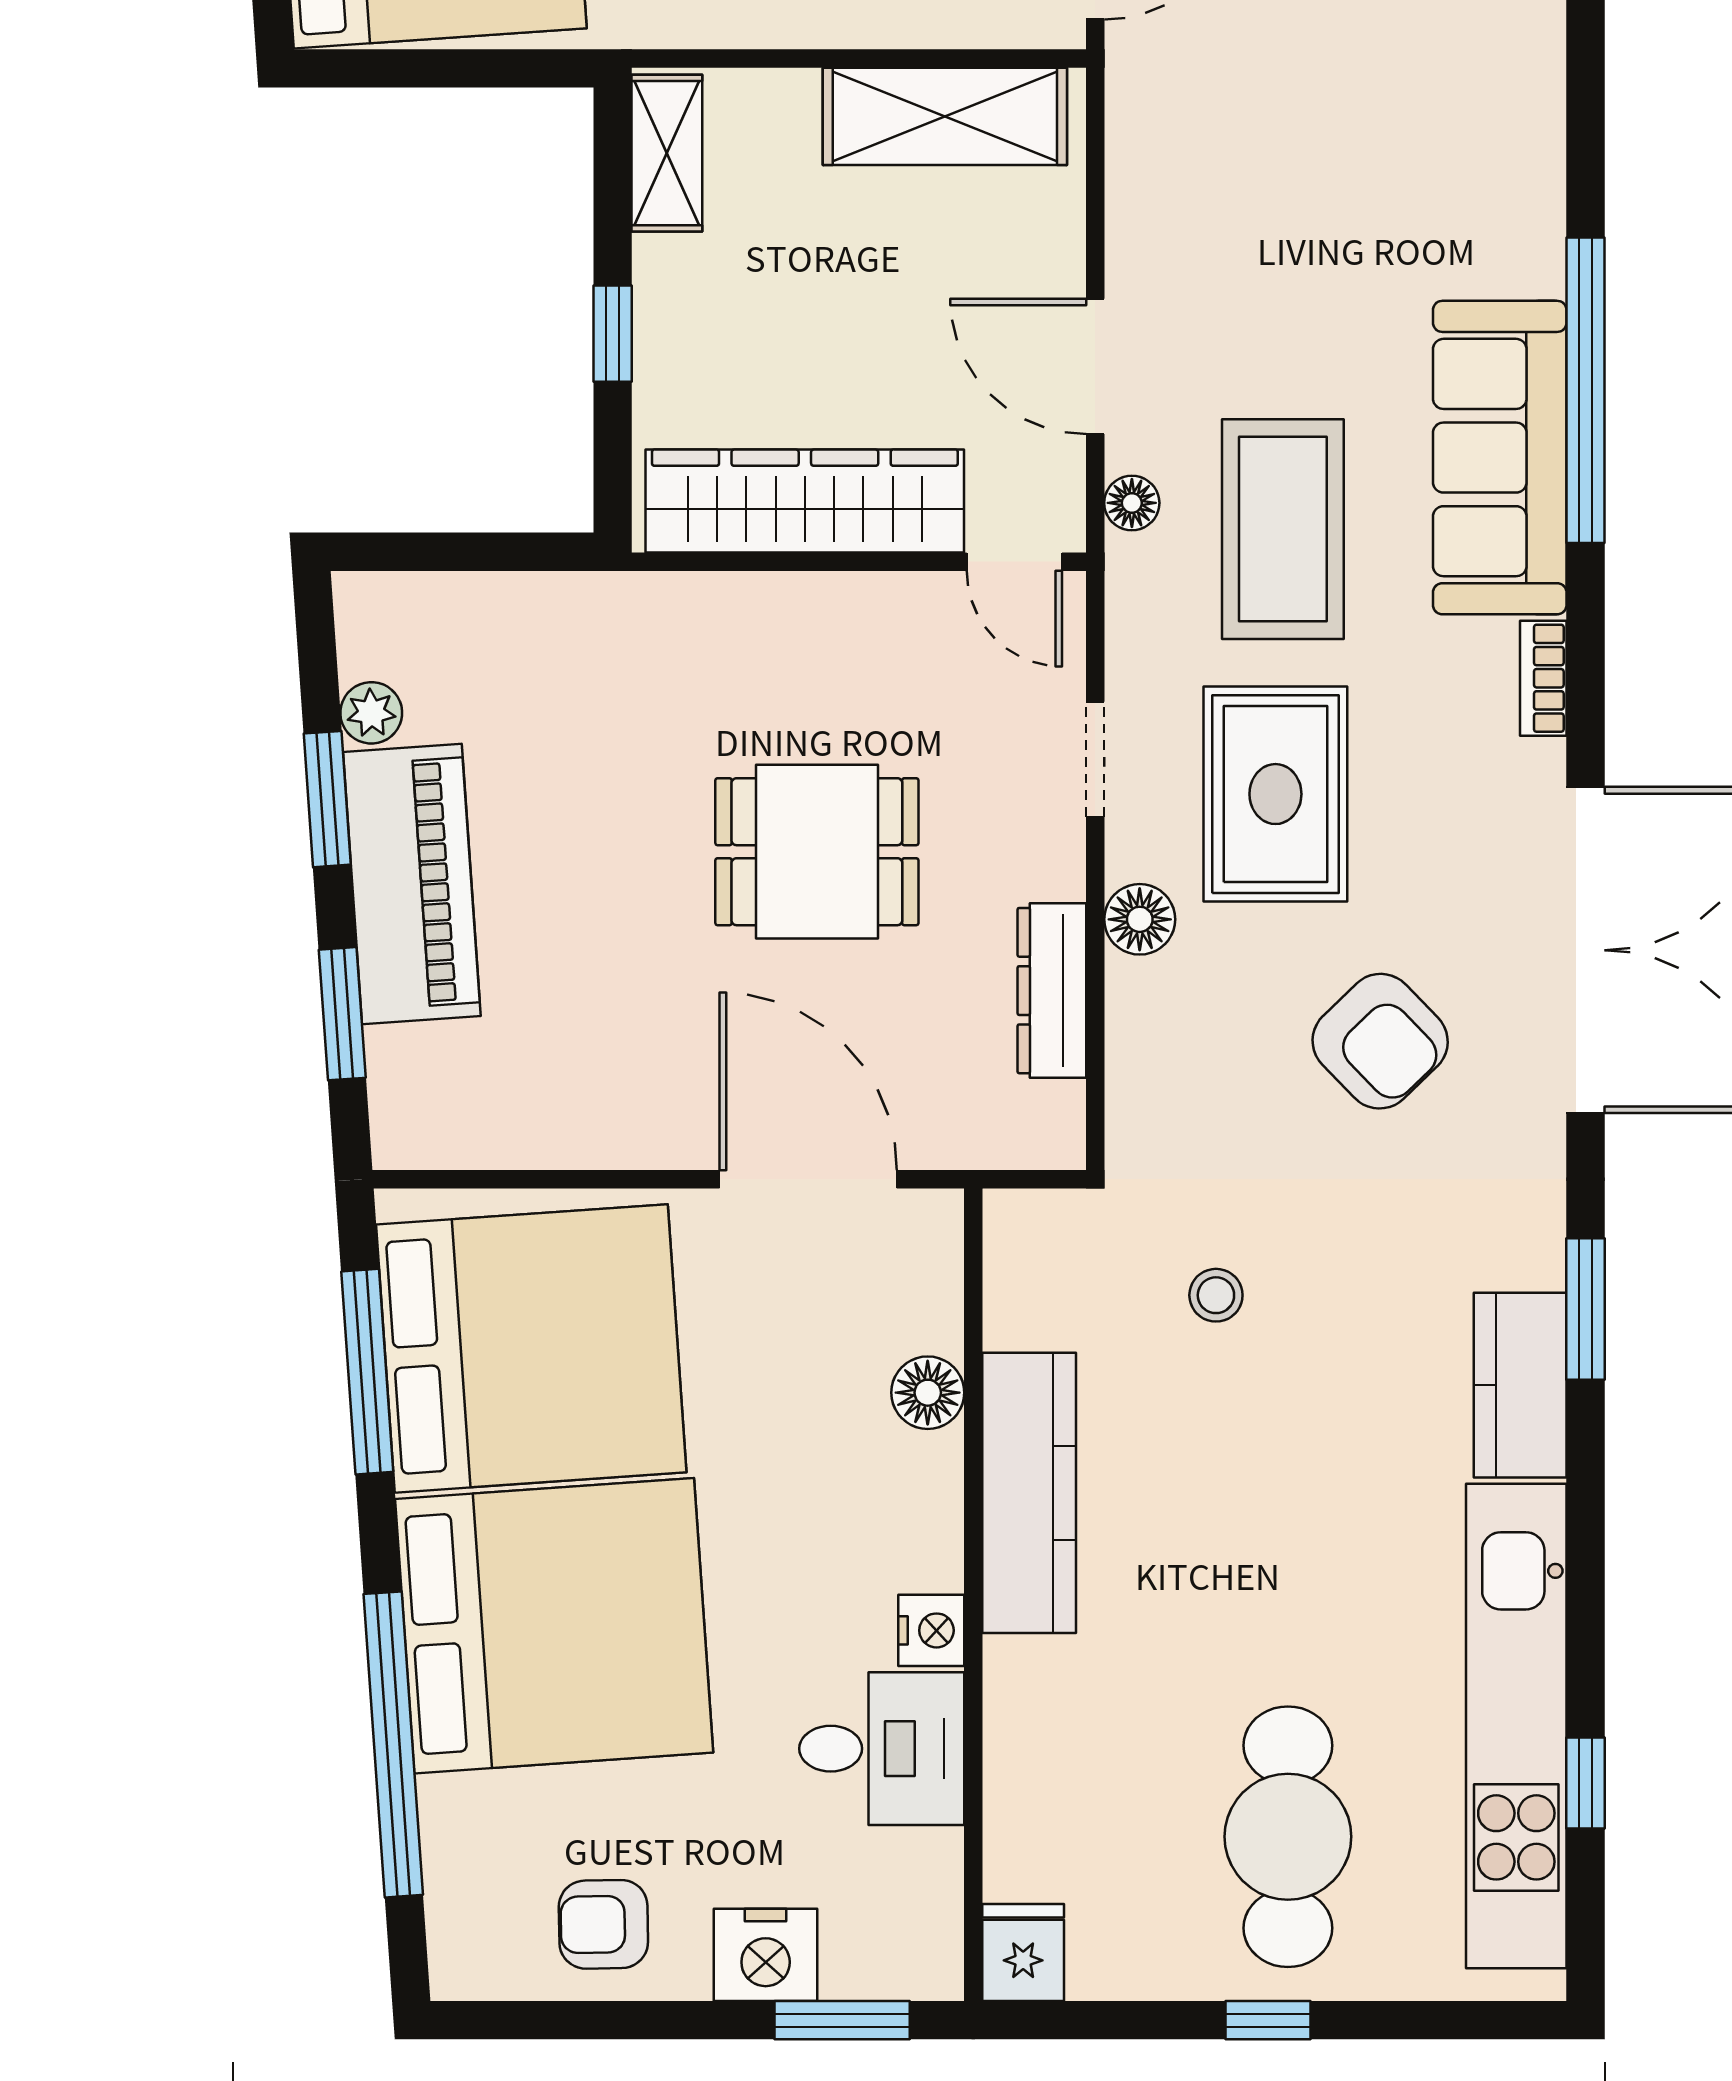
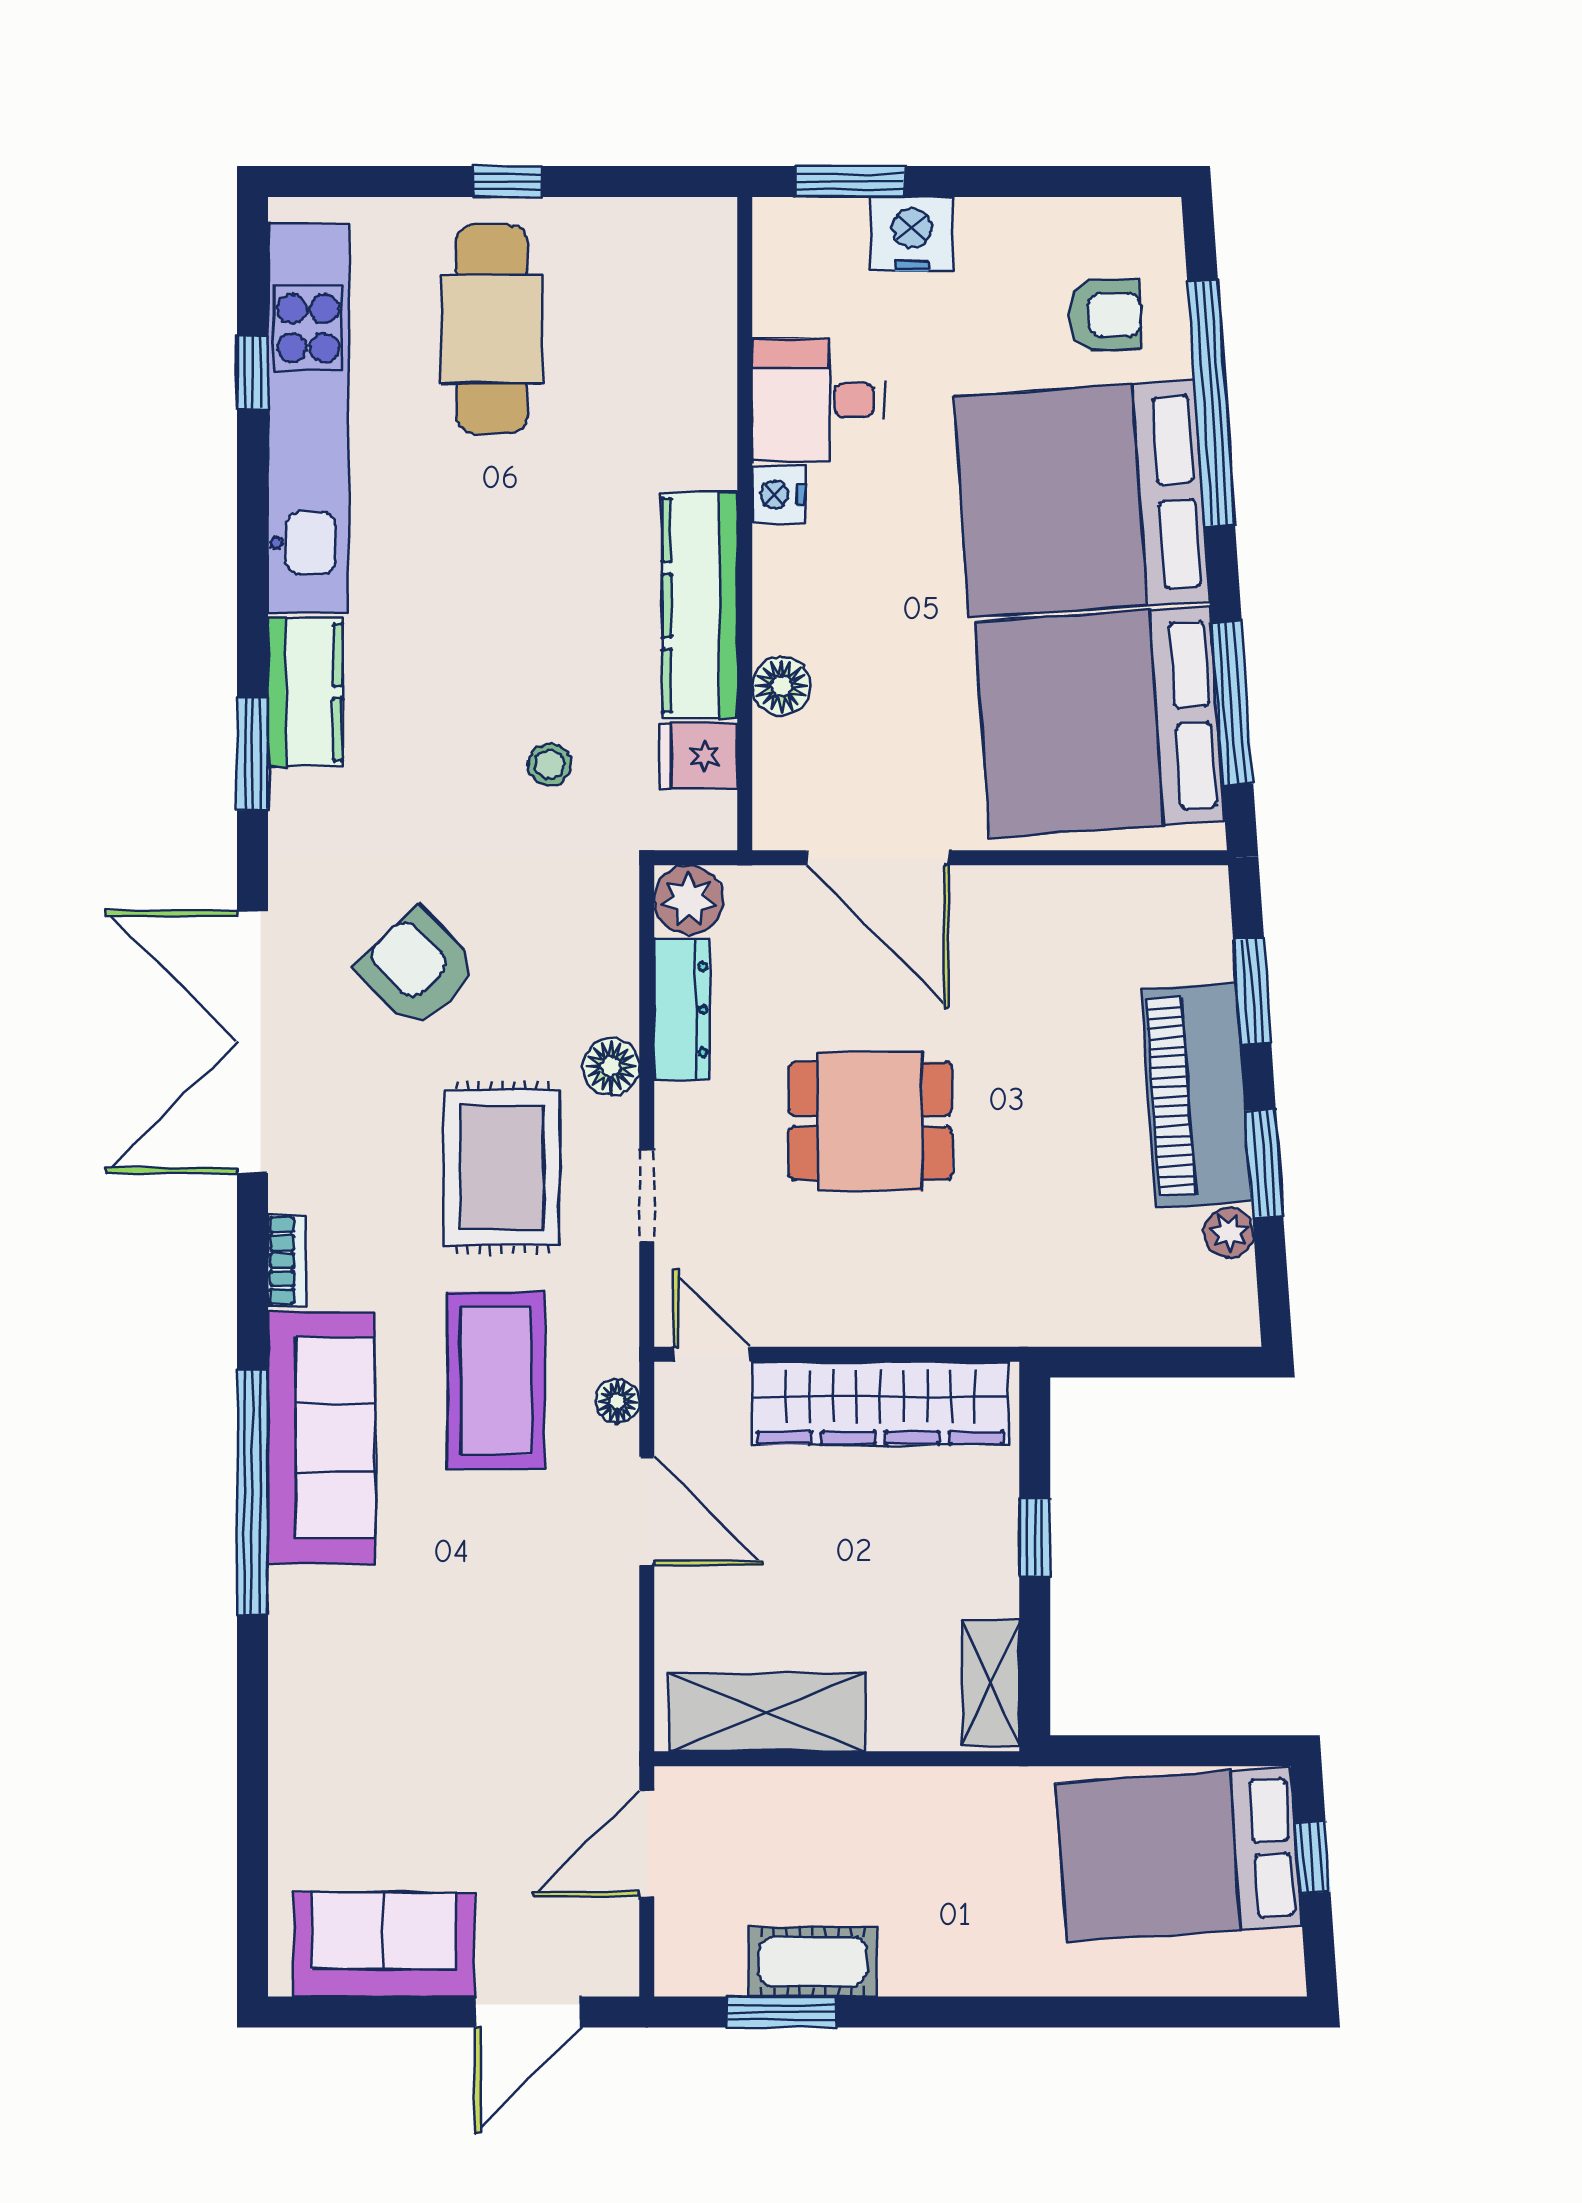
plant: (1043, 1127) -> (689, 900), added
armchair: (603, 1924) -> (1104, 315), moved
fridge: (1023, 1953) -> (698, 756), moved, turned 90

